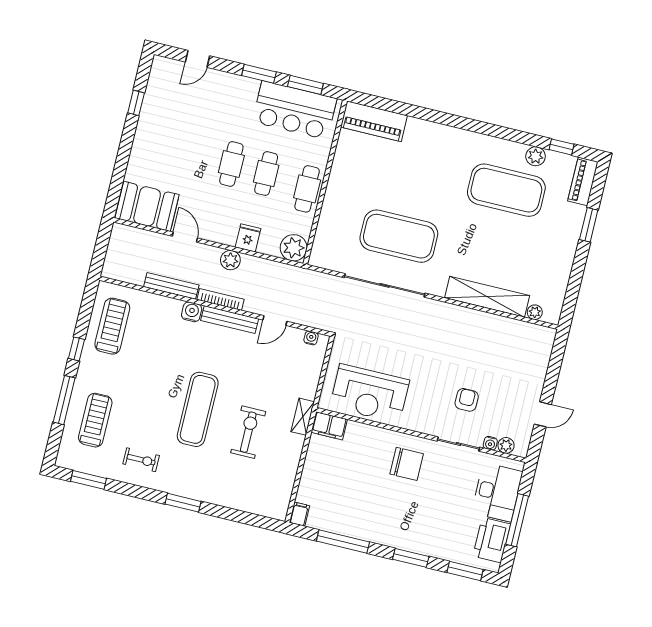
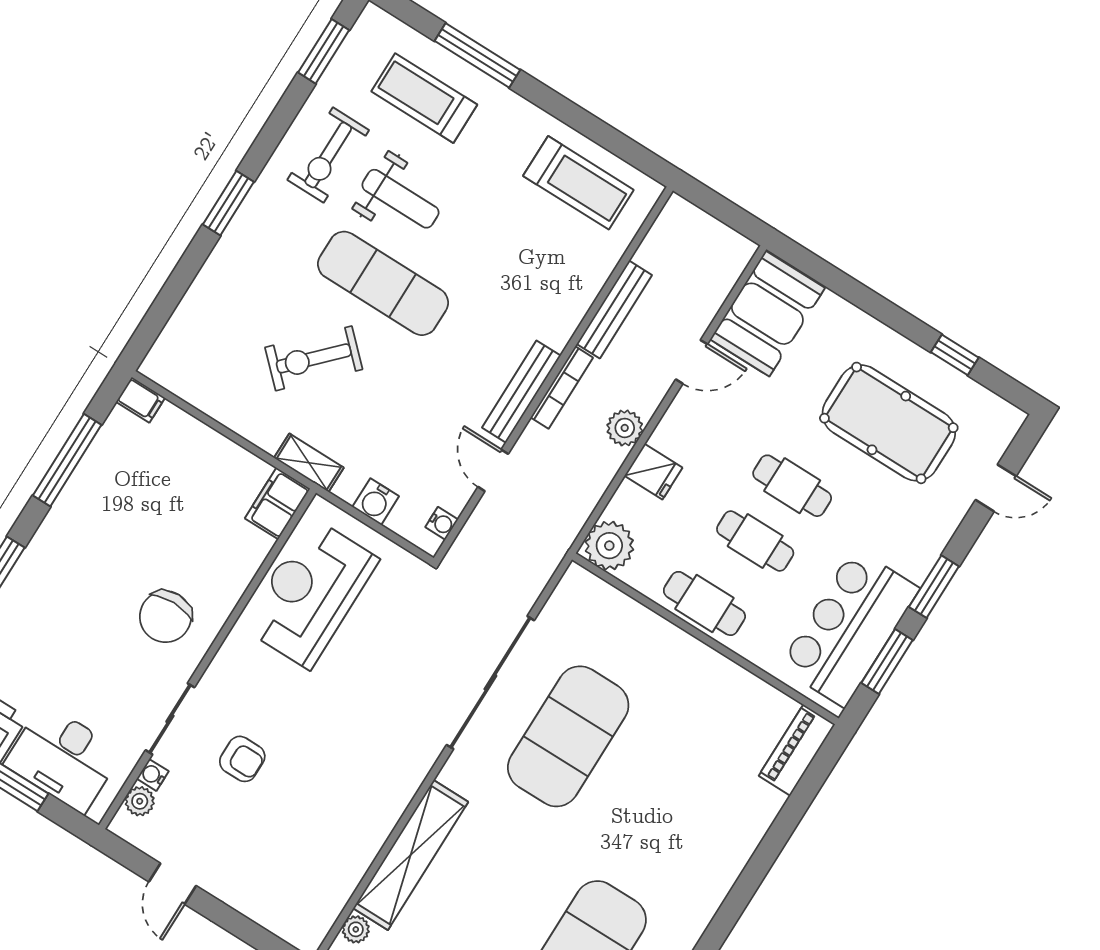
door: (197, 59) -> (996, 488), swing flipped
piano: (374, 121) -> (797, 750), width x0.73, depth x0.75
pool table: (182, 125) -> (889, 423), added
water cooler: (192, 312) -> (376, 502), moved, turned 90
window: (77, 349) -> (560, 107), removed
weight bench: (151, 415) -> (400, 199), added
treadmill: (95, 420) -> (424, 98), turned 180
exercise bike: (248, 432) -> (314, 358), turned 134
exercise bike: (141, 460) -> (328, 155), width x1.38, depth x1.39

